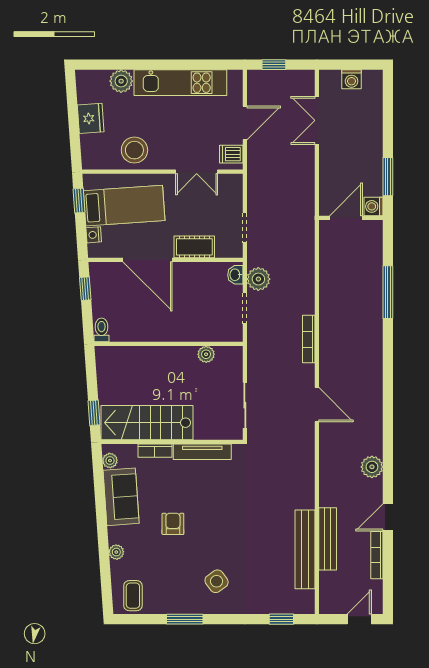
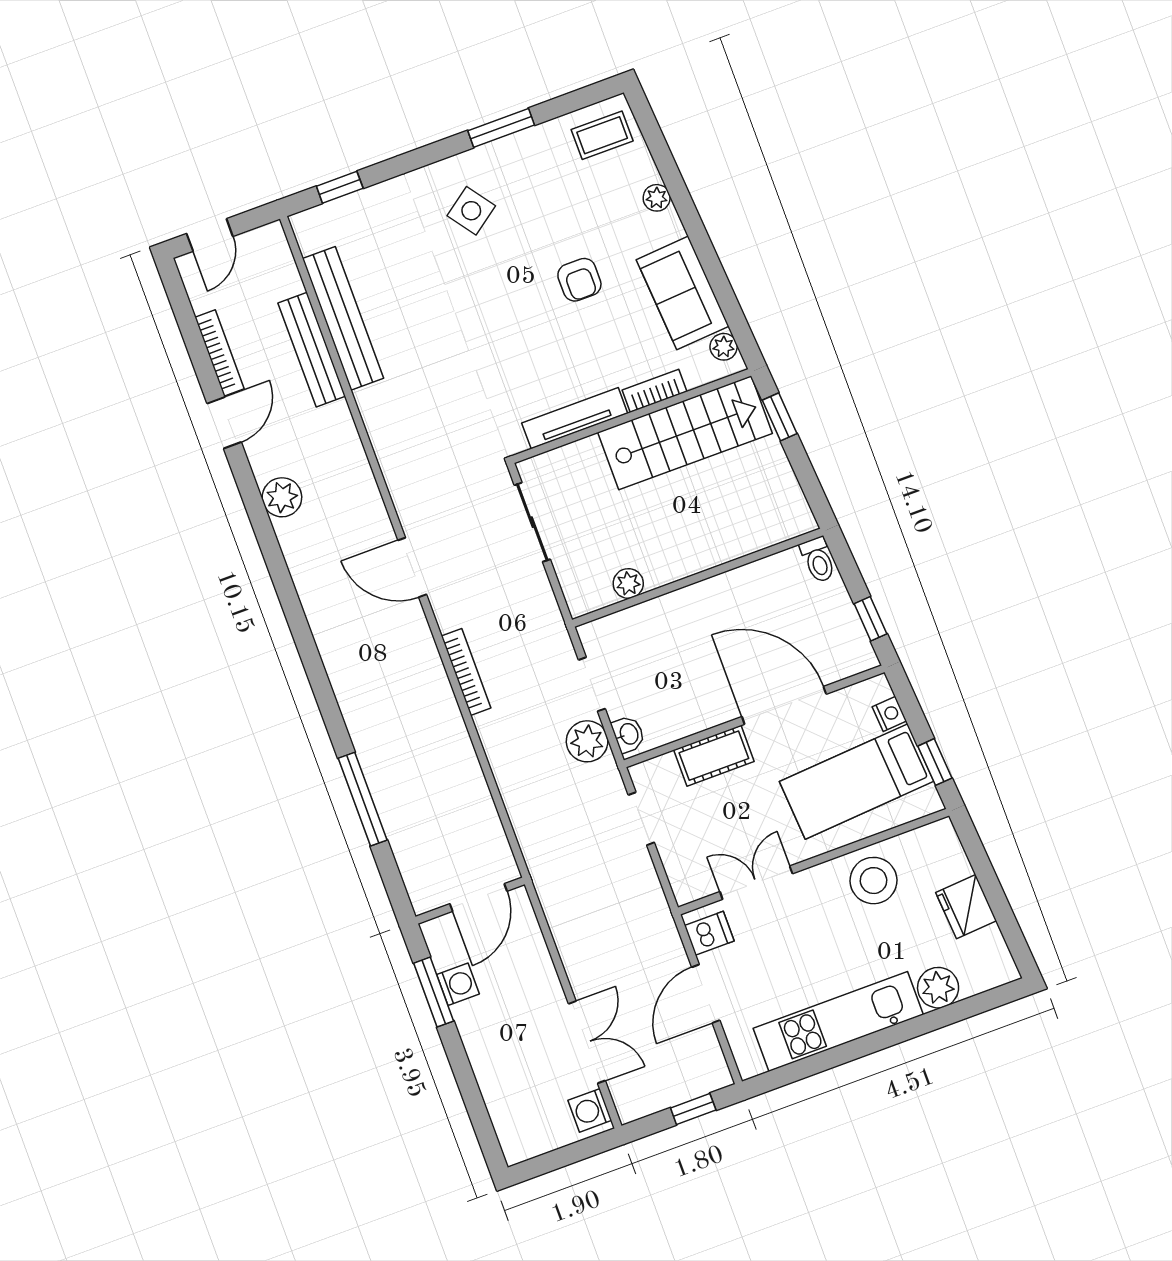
washing machine: (352, 79) -> (590, 1110), moved, turned -90
washing machine: (374, 206) -> (458, 984), moved
coffee table: (133, 596) -> (602, 135), turned 90

